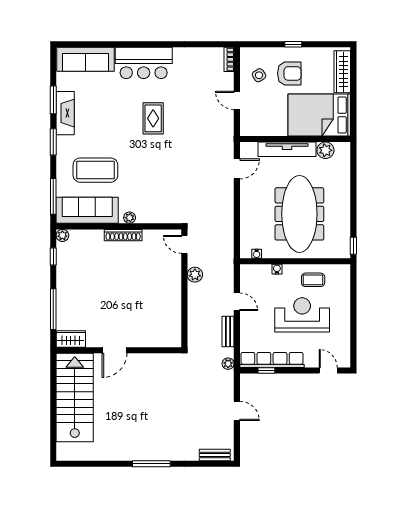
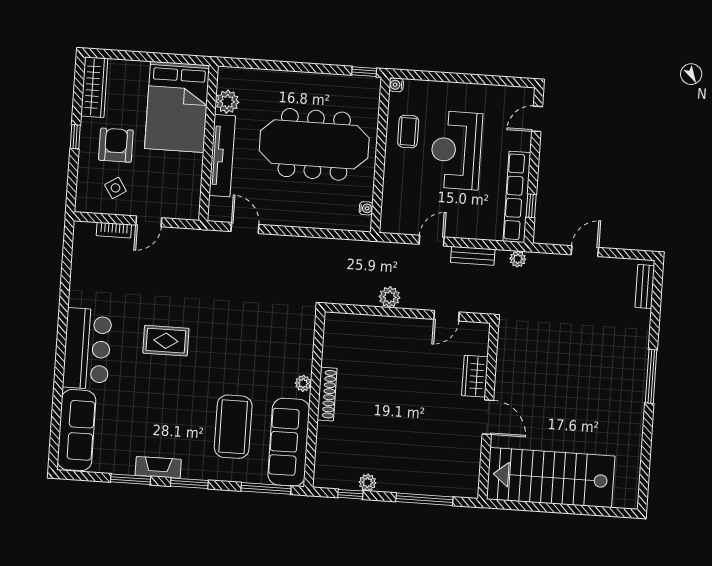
bookcase: (229, 59) -> (114, 230), moved
wardrobe: (342, 72) -> (94, 87), moved, turned -90
fireplace: (65, 113) -> (158, 467), width x0.73, depth x0.76
plant: (62, 235) -> (367, 483), moved
door: (184, 244) -> (446, 316), moved
water cooler: (277, 269) -> (396, 85), moved
wardrobe: (71, 339) -> (475, 376), moved

